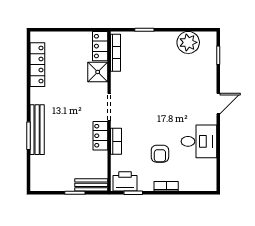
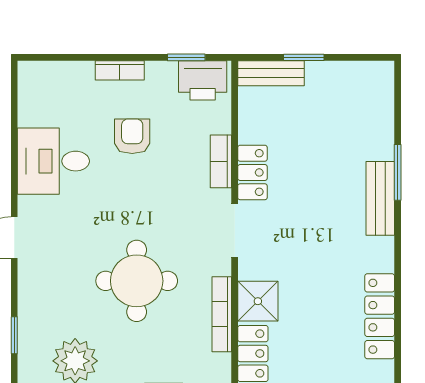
bookcase: (116, 53) -> (222, 314), moved
round table: (158, 82) -> (137, 281), added
bench: (37, 130) -> (380, 198), width x0.73

